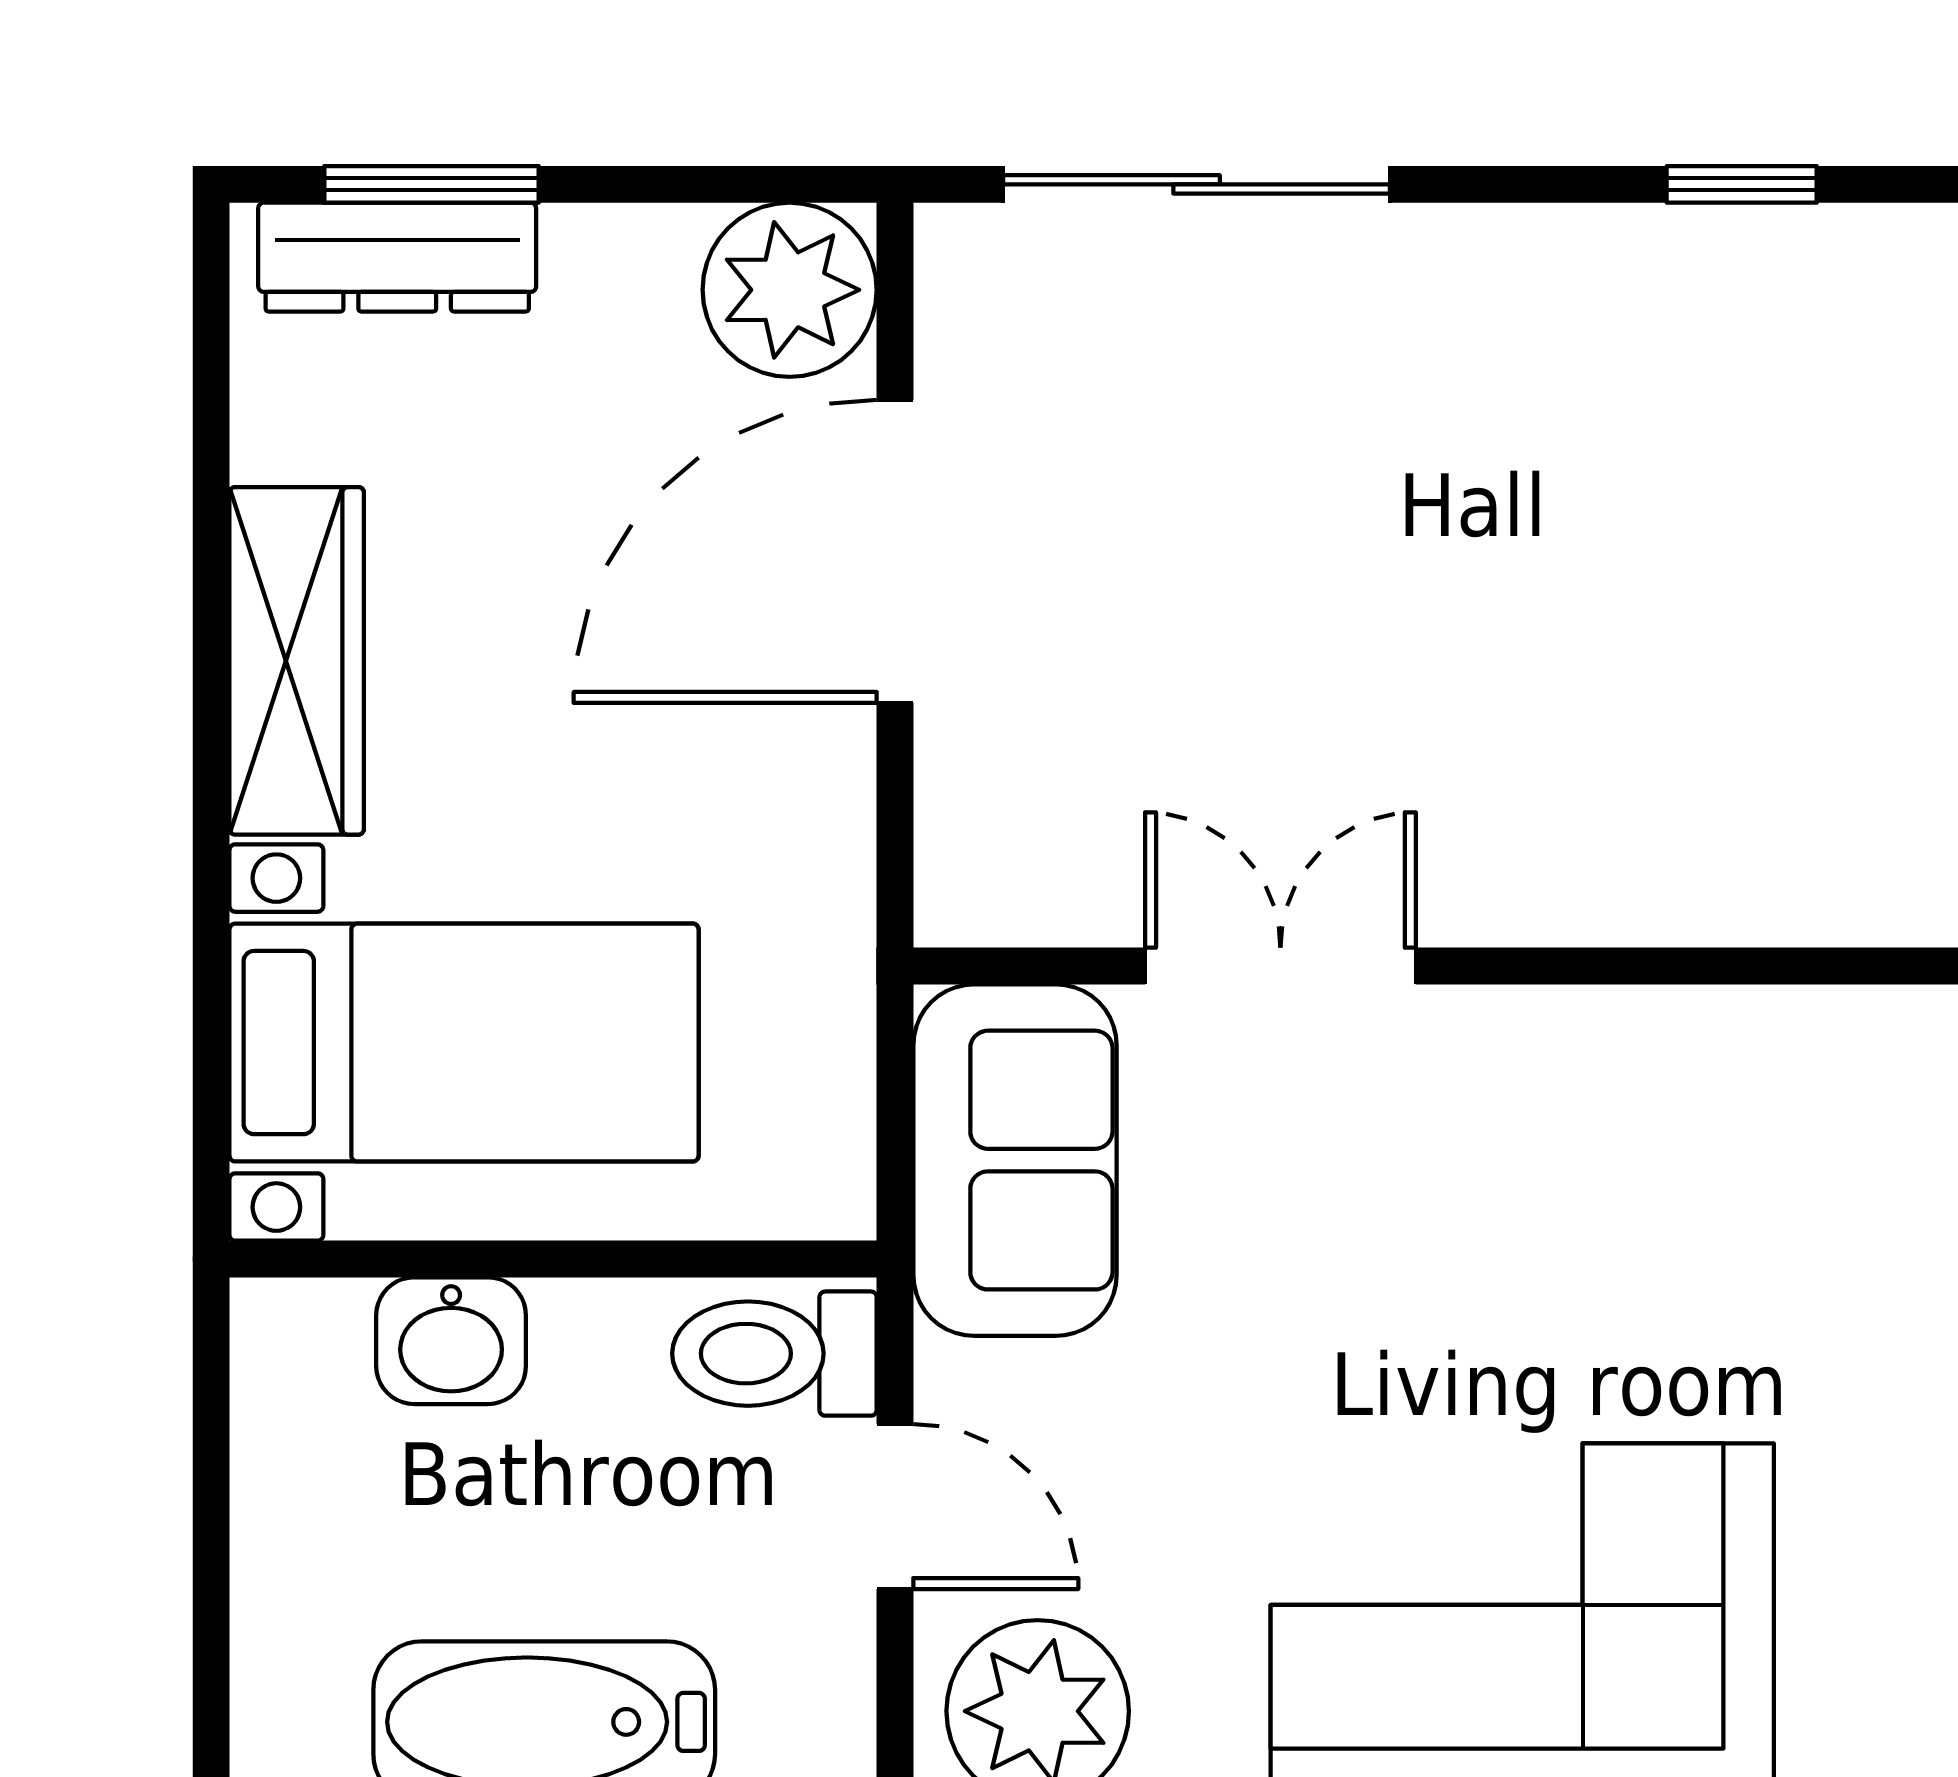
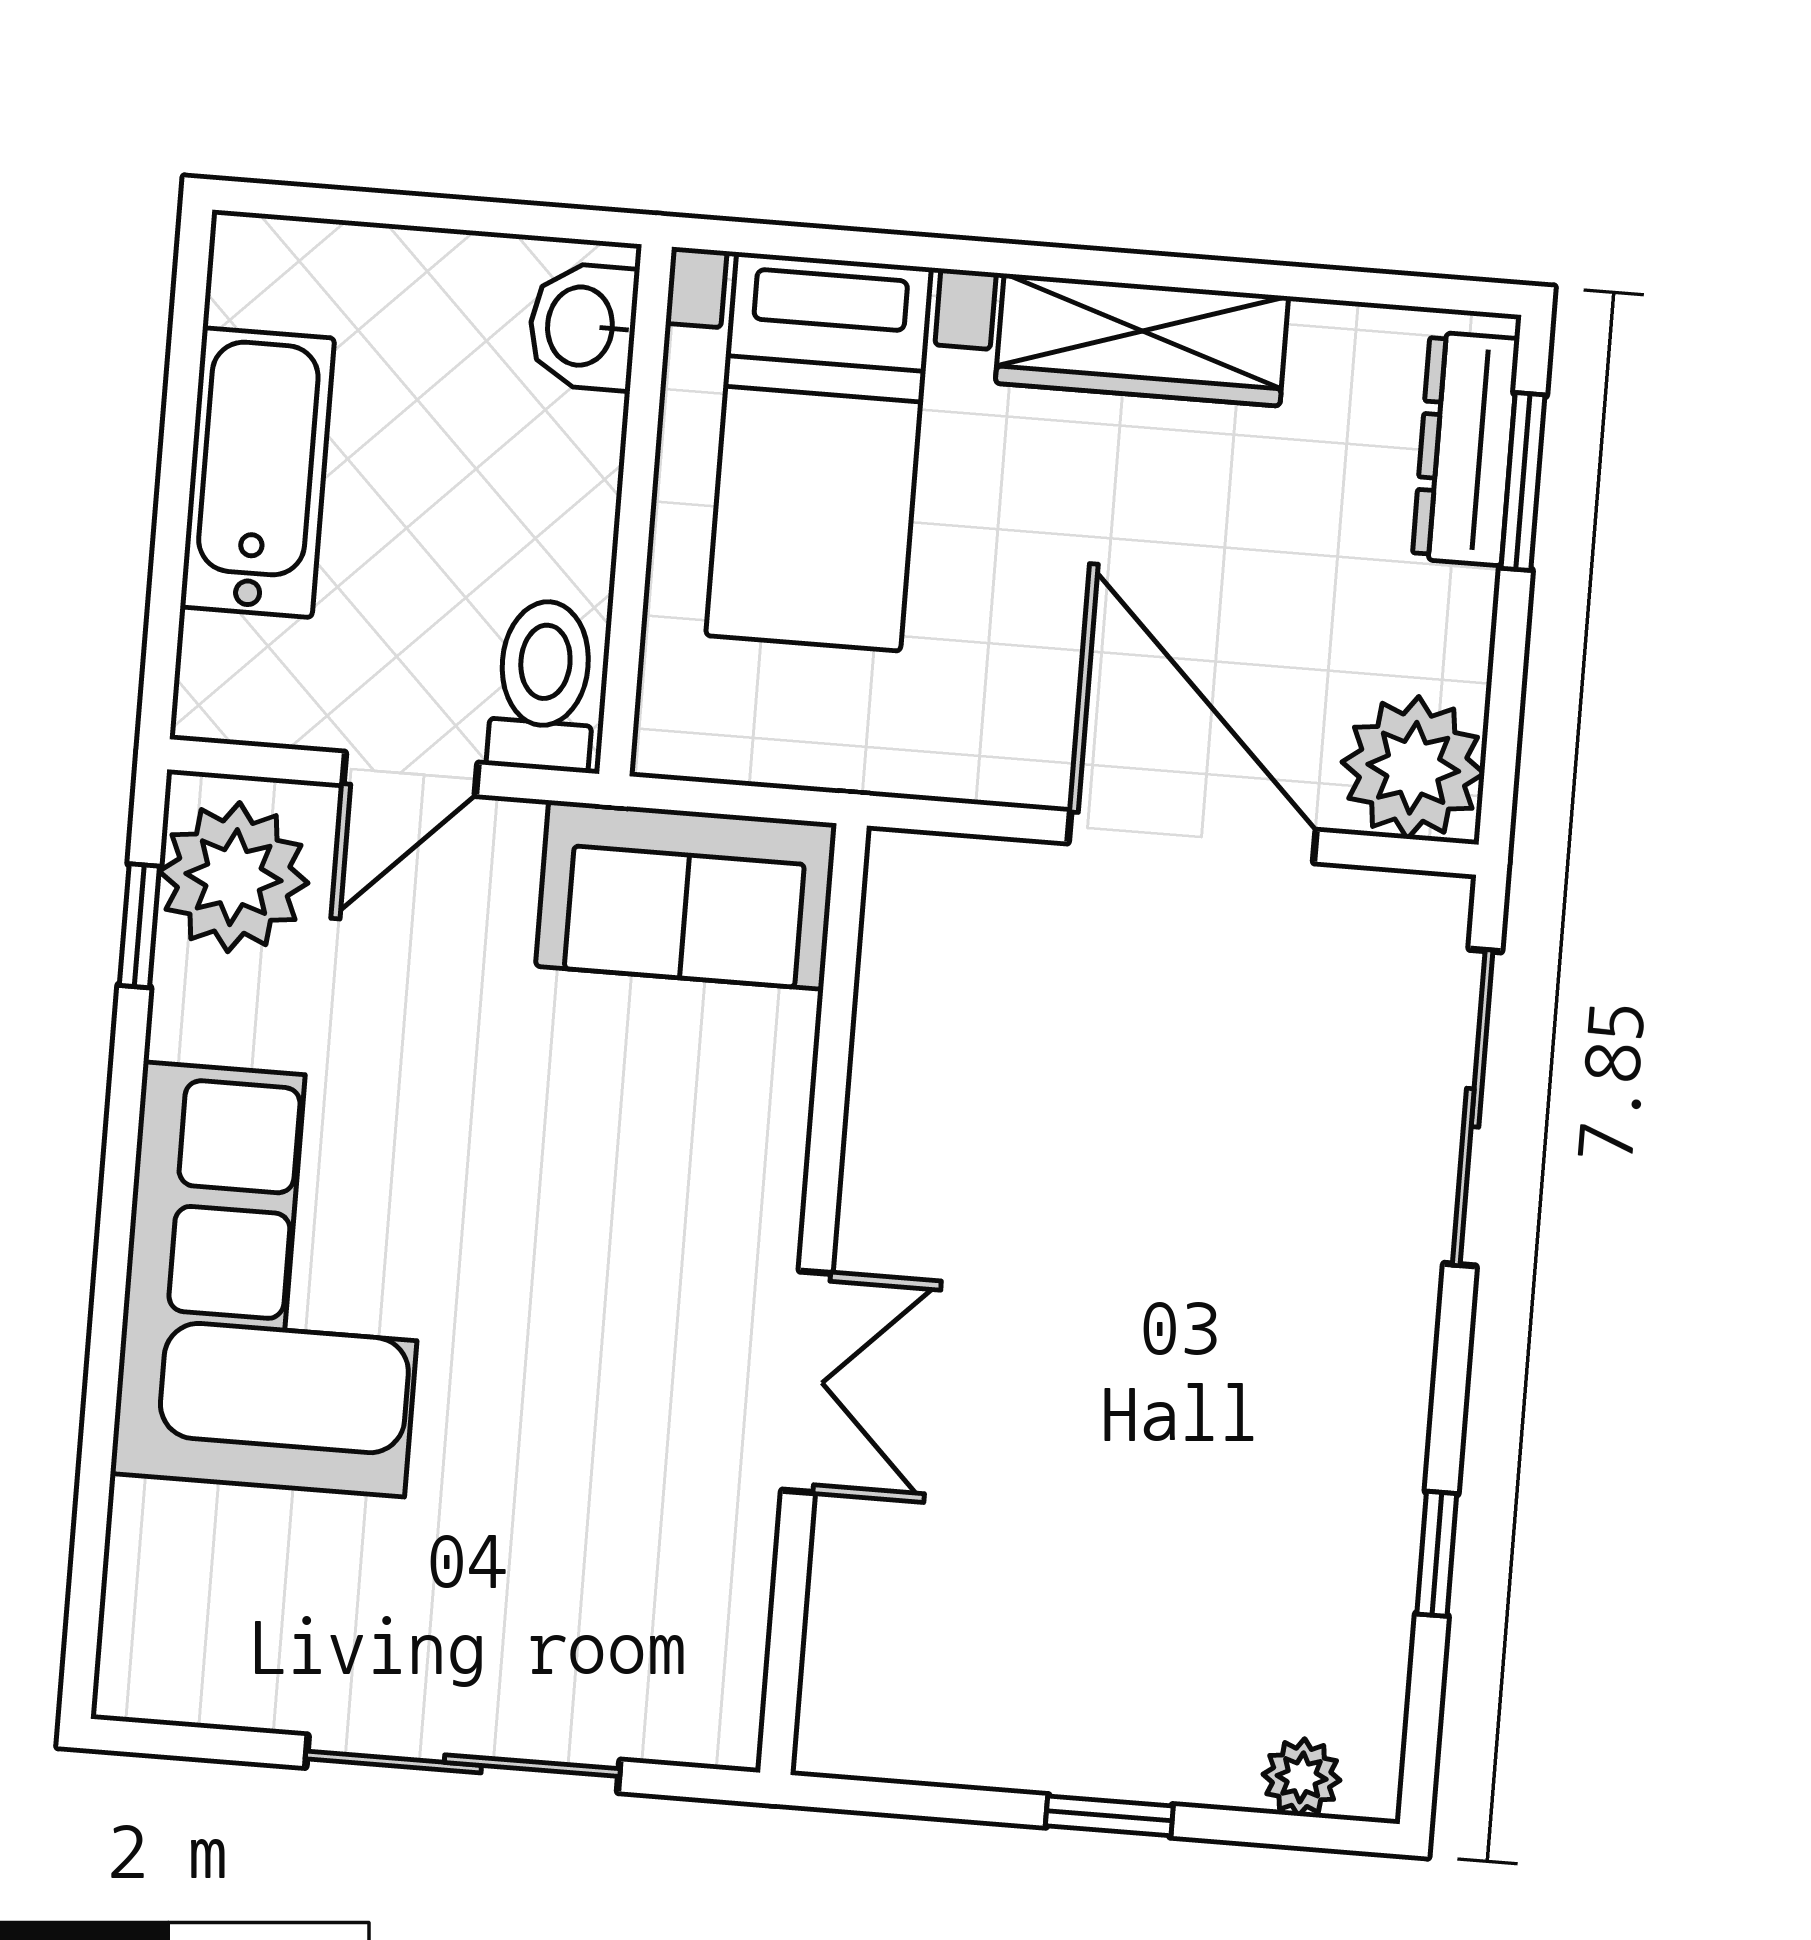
double door: (1280, 966) -> (807, 1382), moved
washbasin: (451, 1341) -> (583, 326), moved

